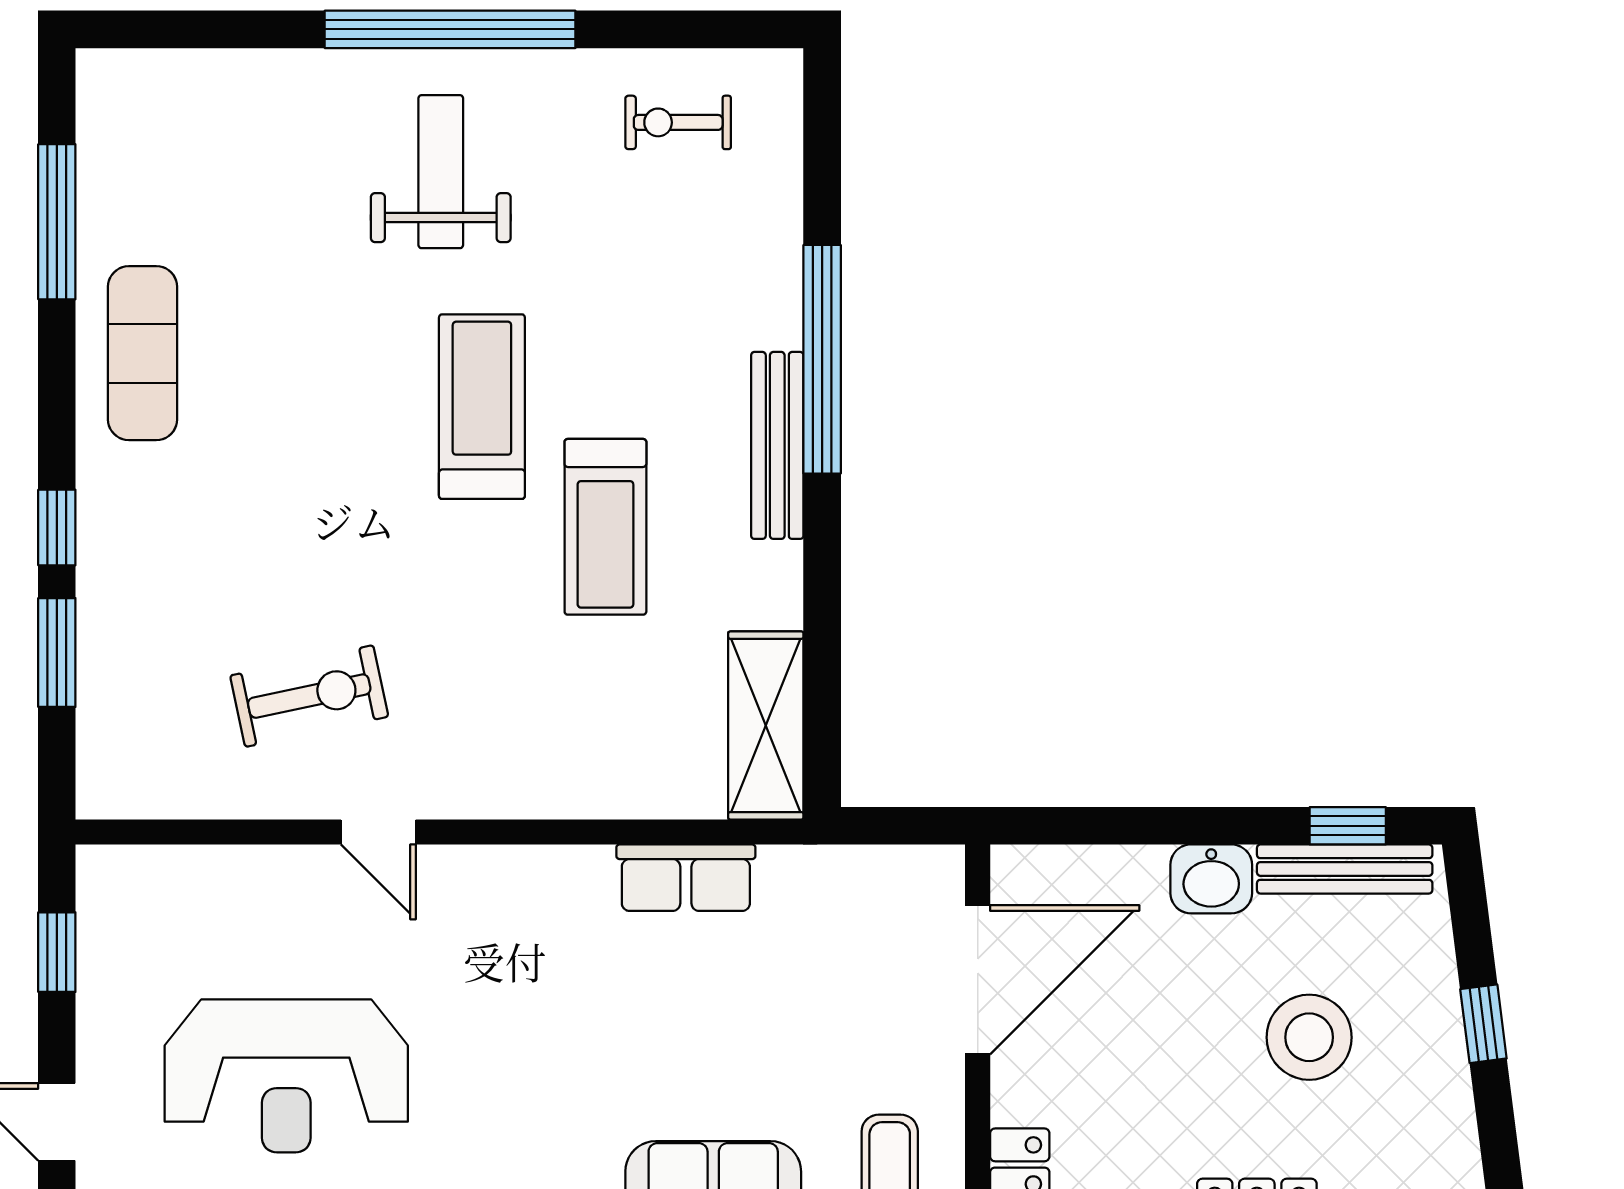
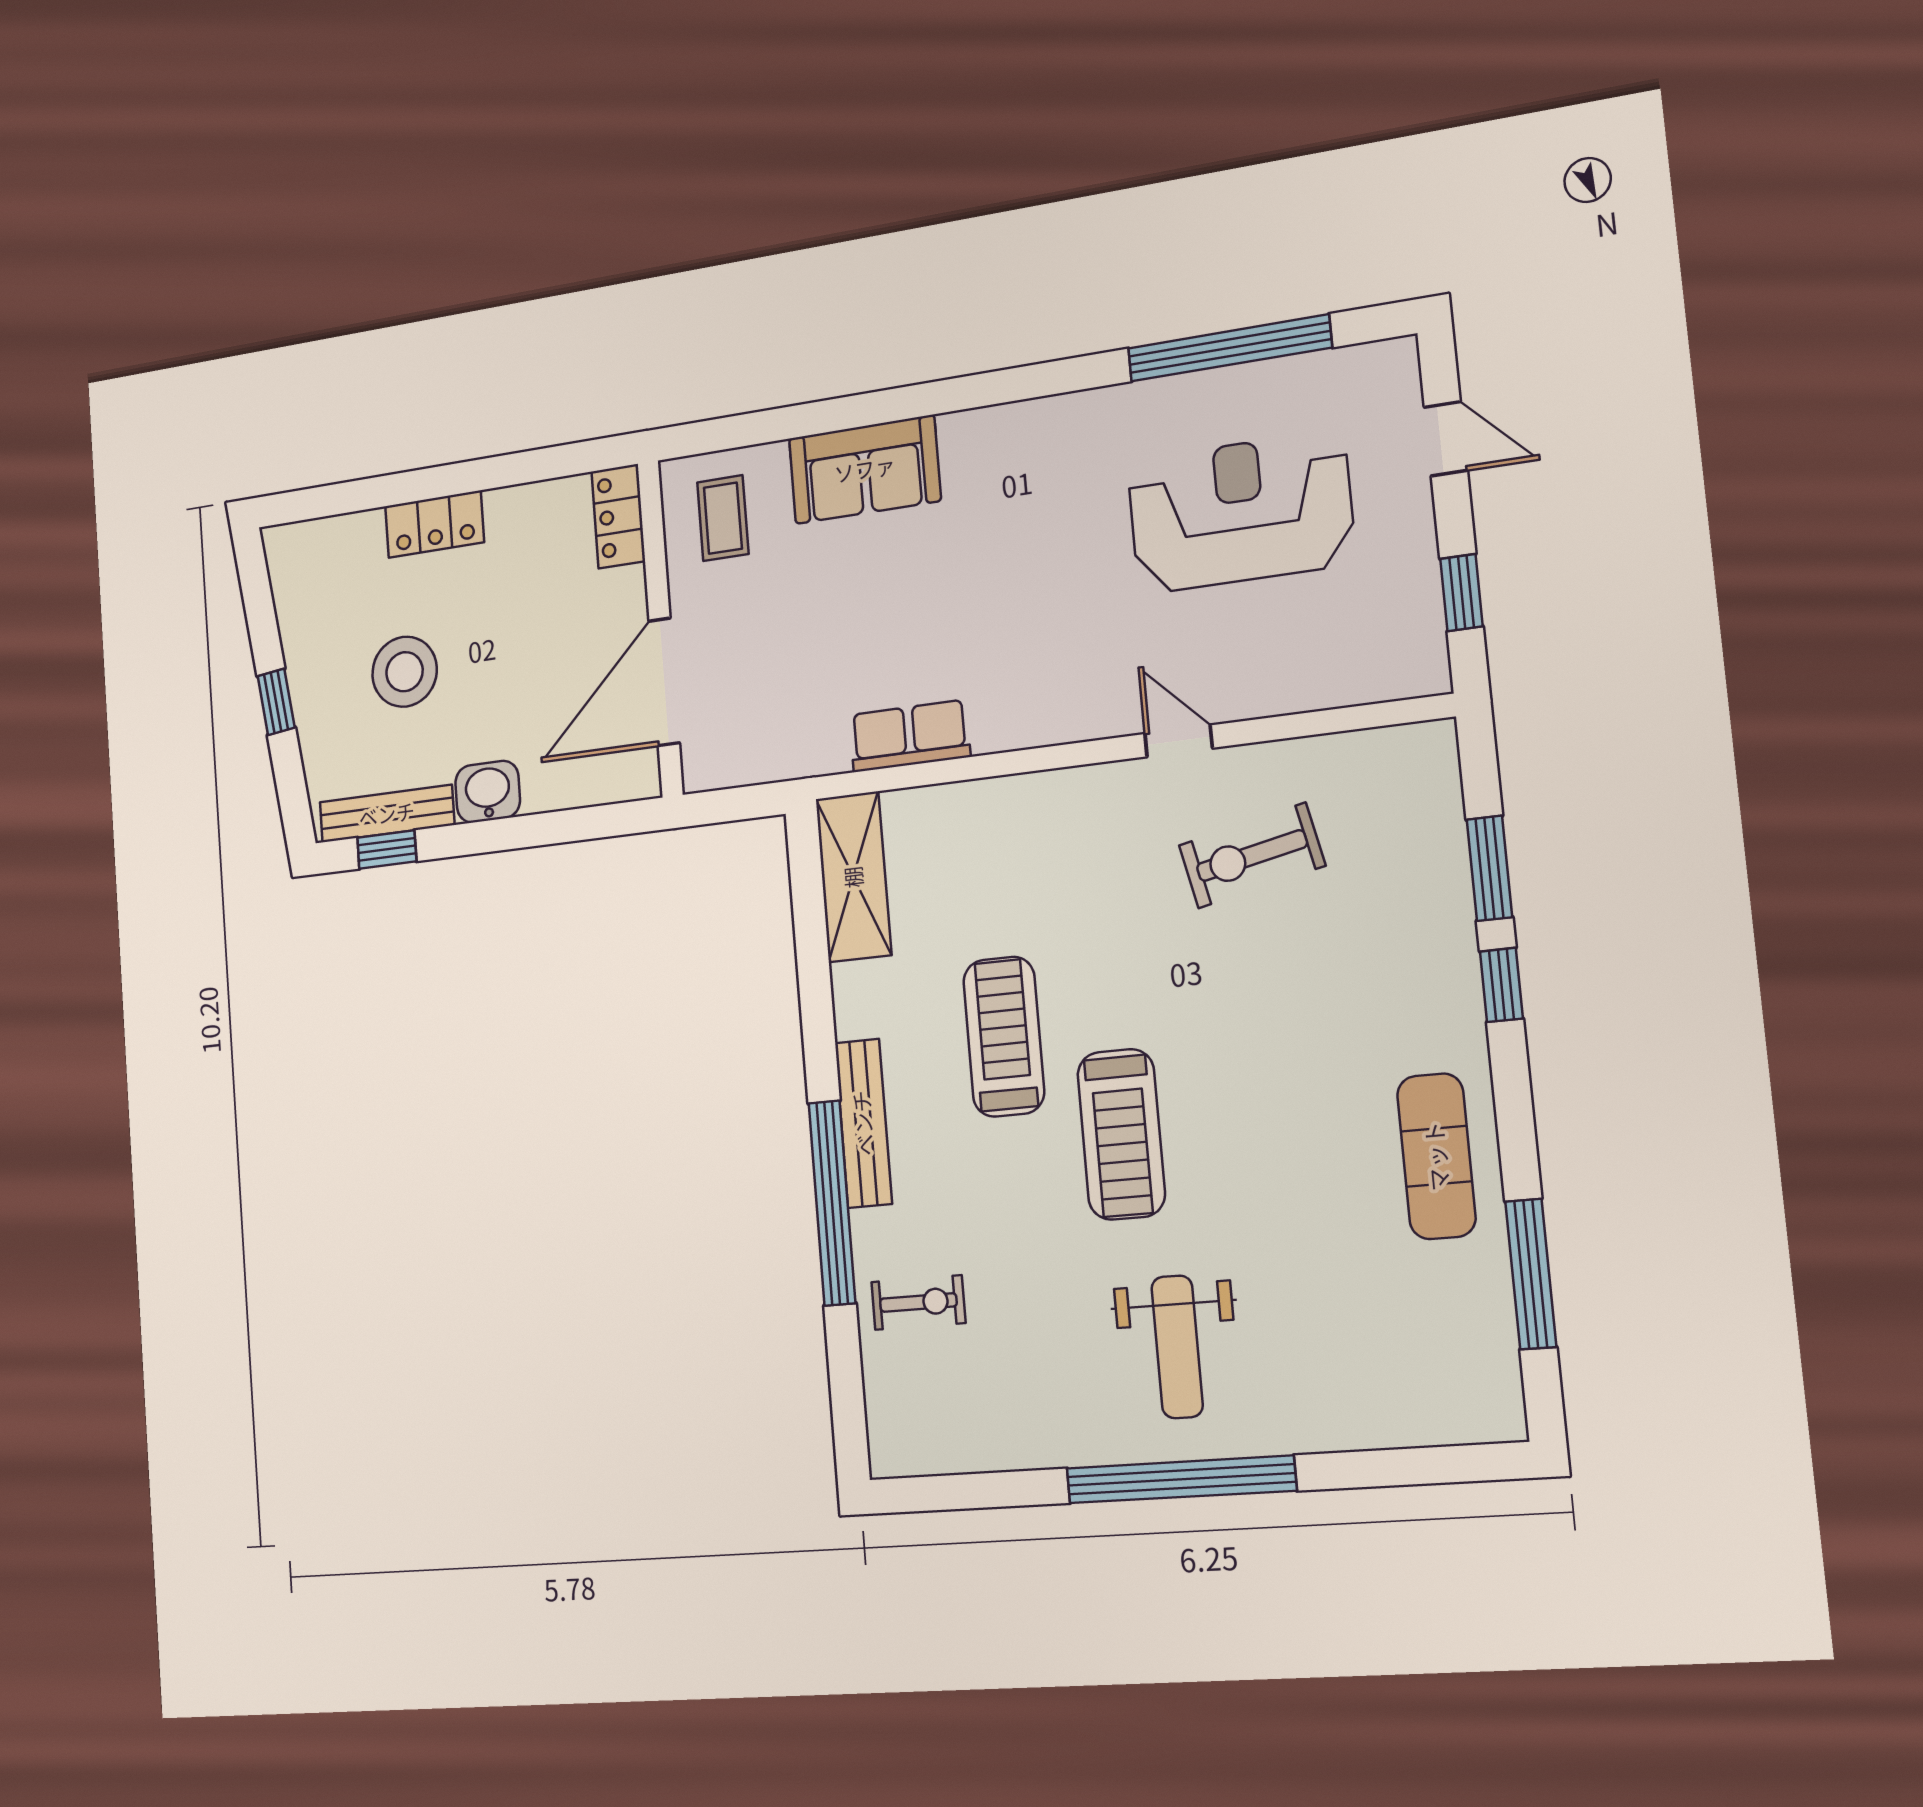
exercise bike: (678, 122) -> (918, 1303), moved

